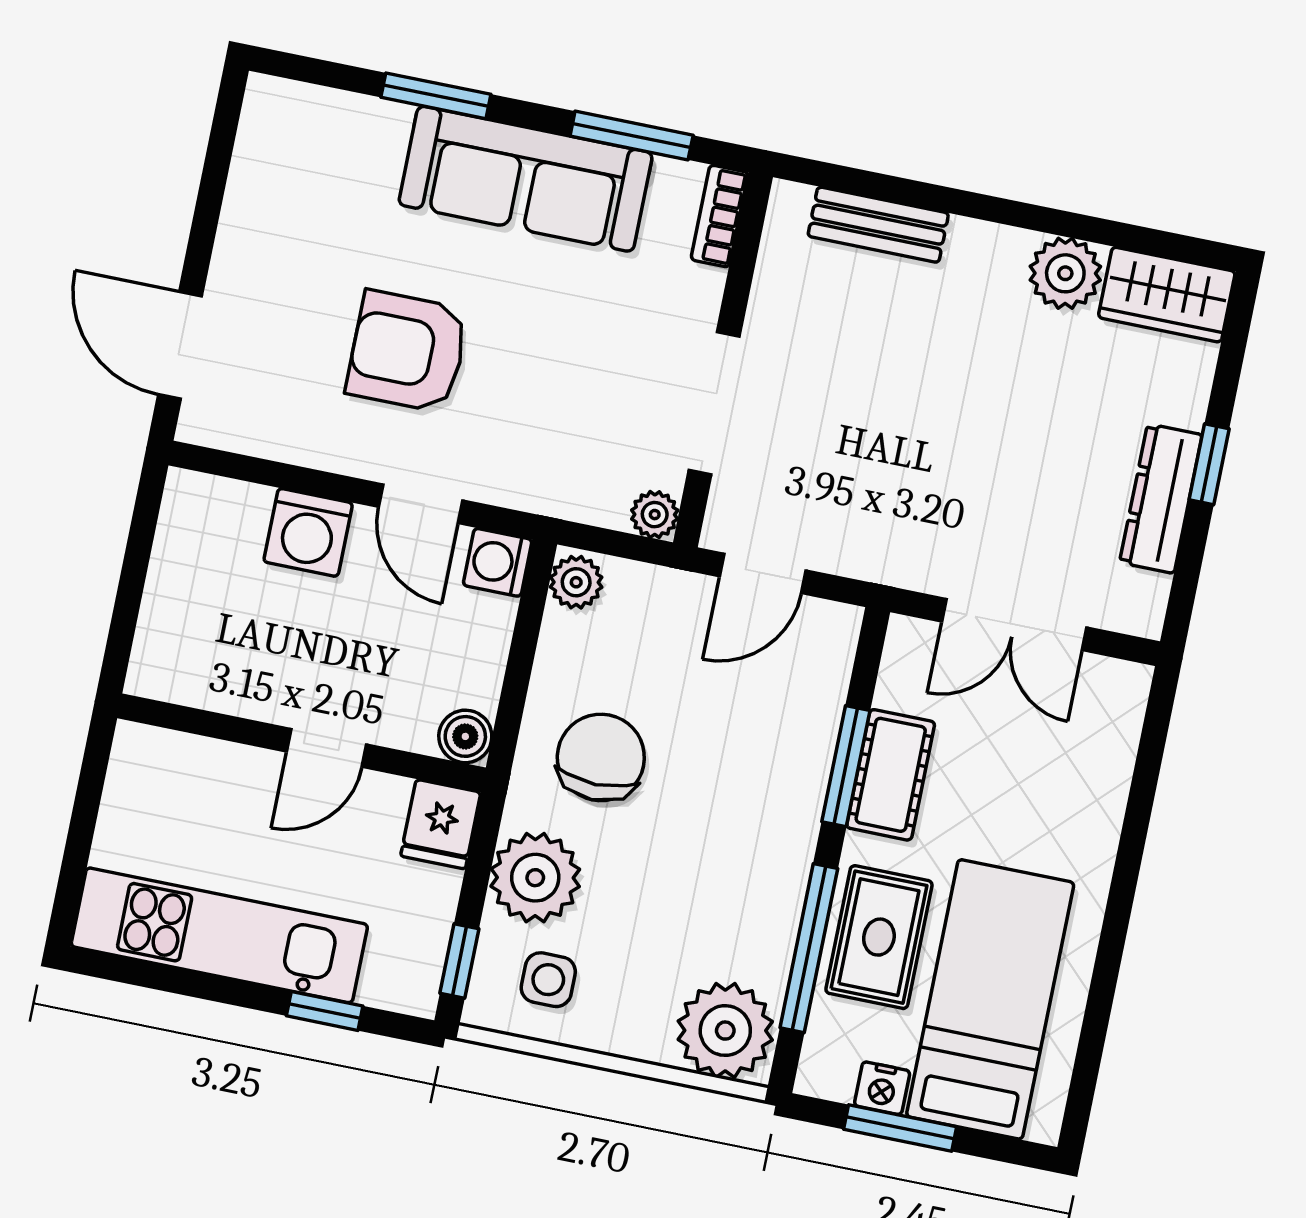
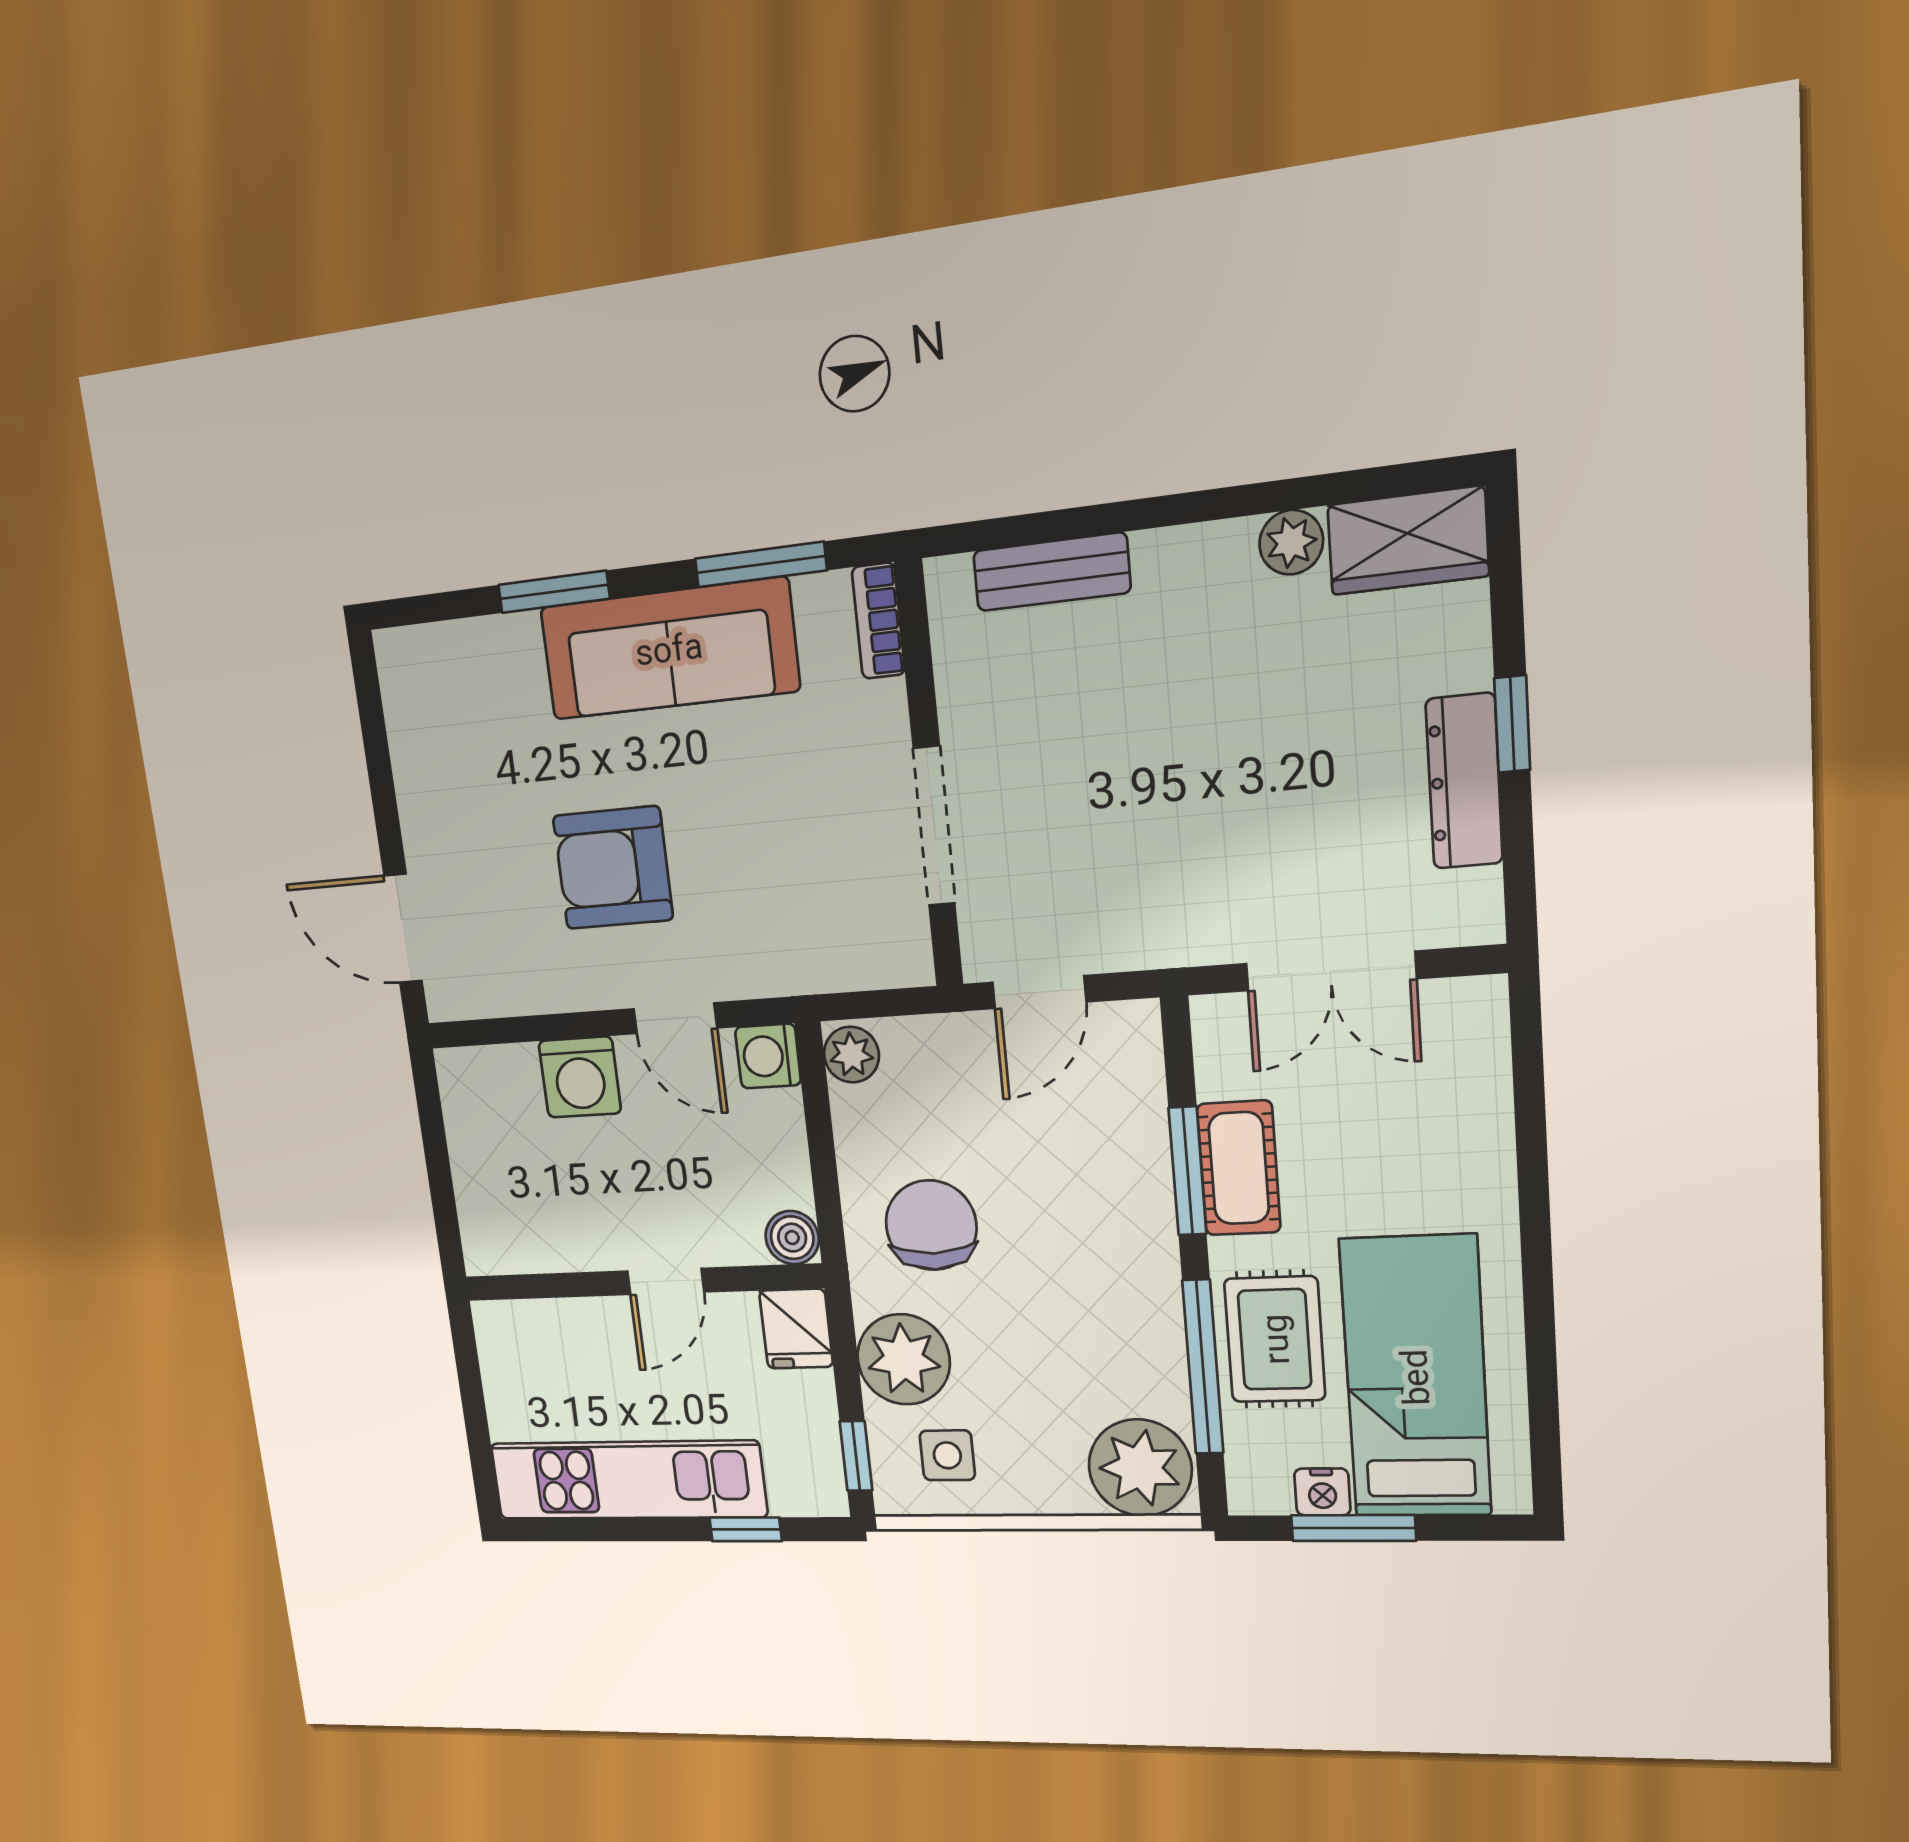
plant: (1065, 273) -> (1291, 542), width x0.73, depth x0.73
plant: (655, 515) -> (909, 962), removed

